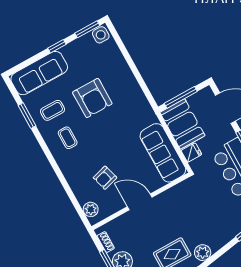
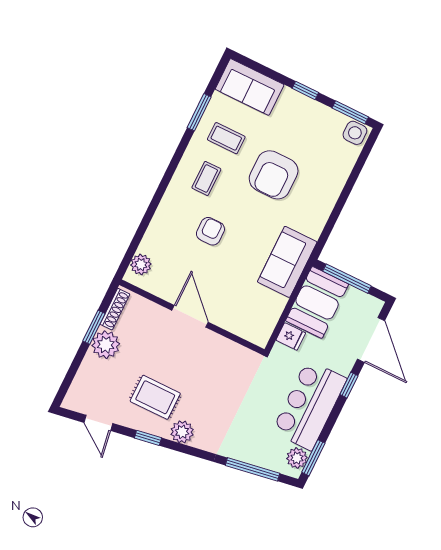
sofa: (39, 73) -> (250, 87), width x0.73
sofa: (163, 153) -> (287, 262), moved, width x0.73
armchair: (105, 178) -> (210, 231), moved, turned 106
shoe rack: (106, 242) -> (115, 309), width x1.43

